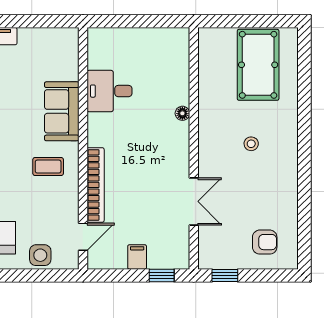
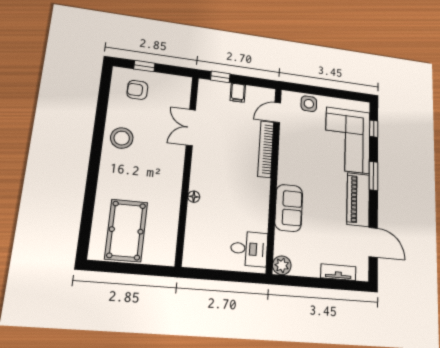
plant: (67, 39) -> (282, 265), added
desk: (109, 91) -> (249, 249), moved
stool: (251, 144) -> (122, 138), moved, width x1.89, depth x1.89
coffee table: (48, 167) -> (301, 167), removed
window: (225, 275) -> (144, 66), moved

